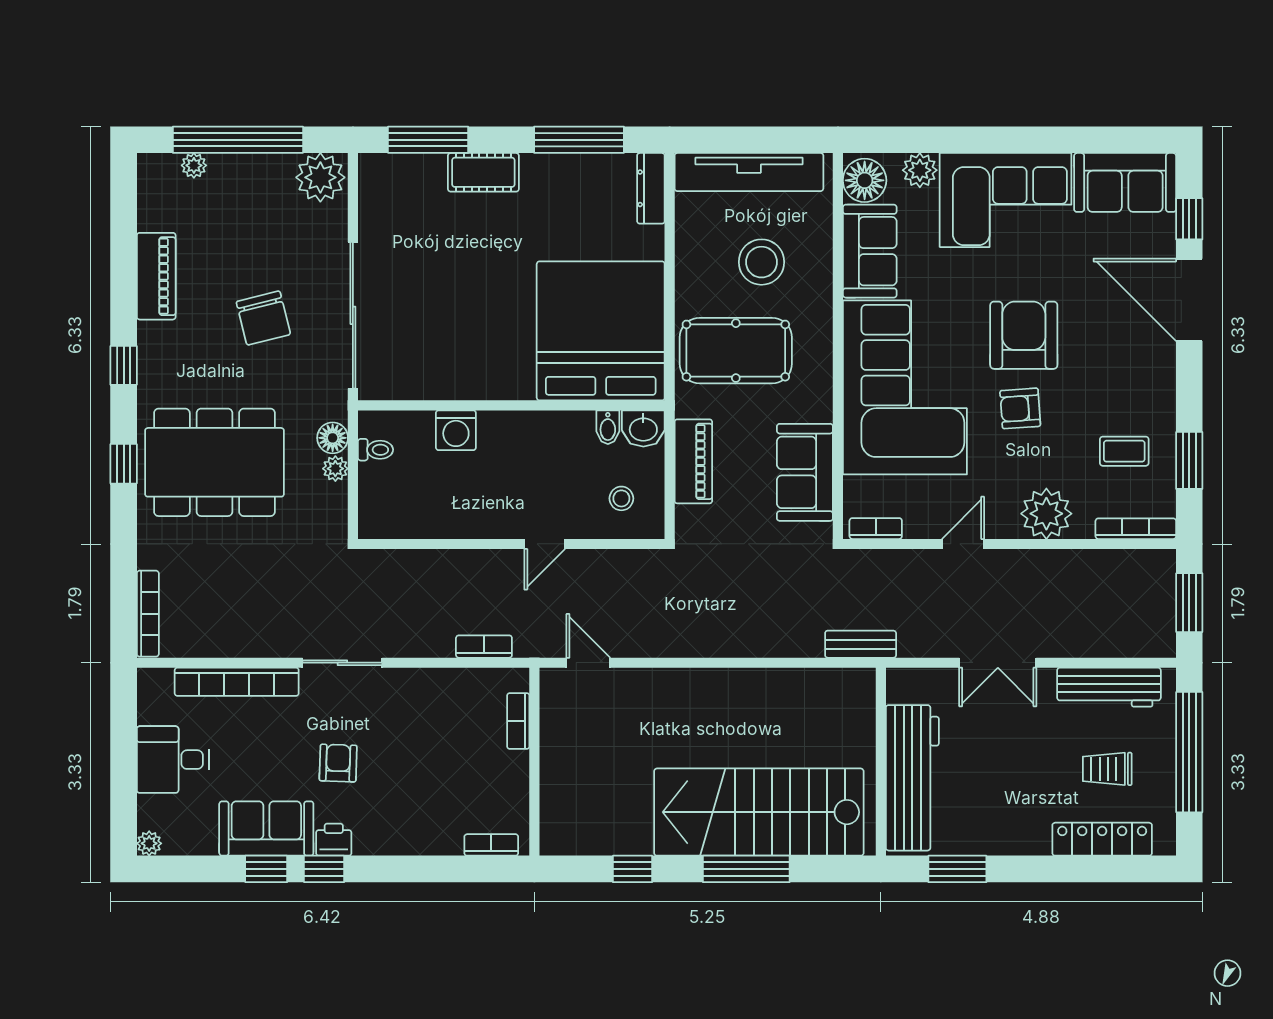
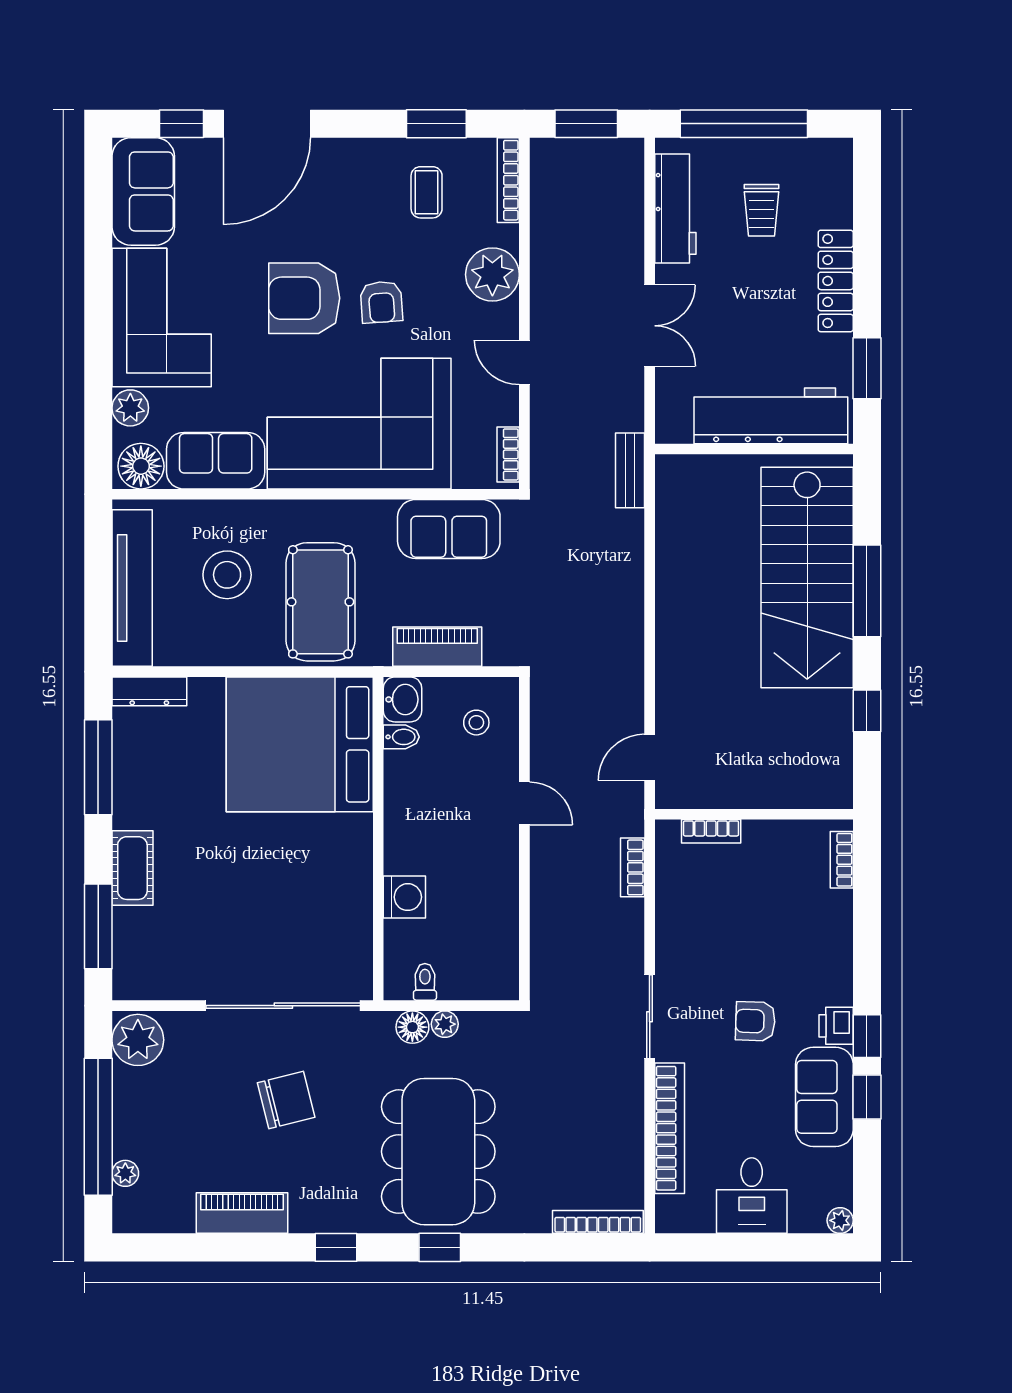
locker: (1102, 839) -> (836, 281), moved

